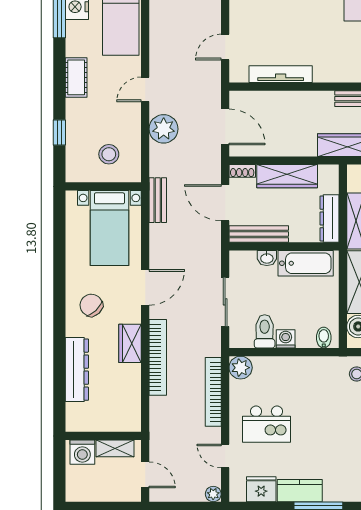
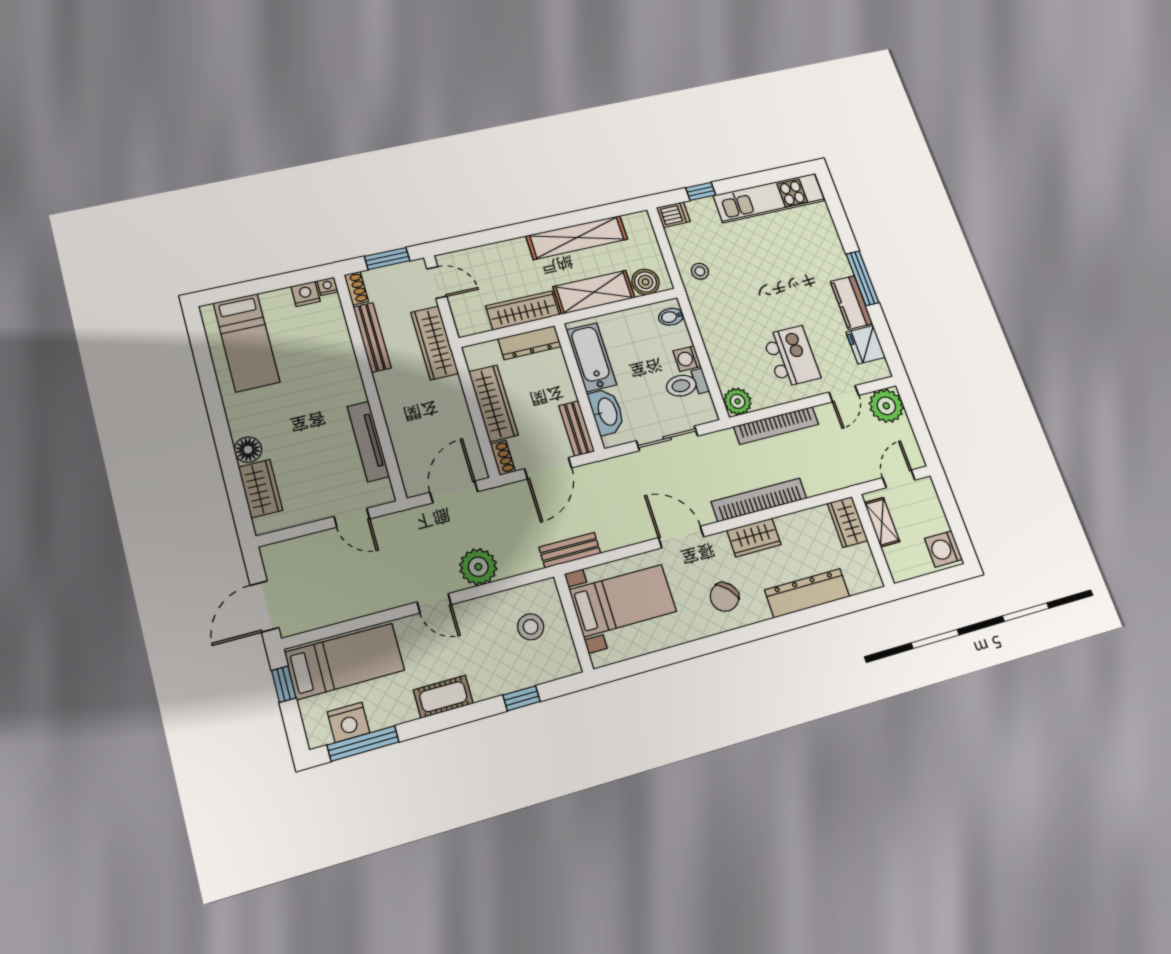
bench: (259, 234) -> (577, 428), width x0.73
washbasin: (267, 258) -> (607, 412), width x1.91, depth x1.45
wardrobe: (122, 421) -> (847, 522), added
washing machine: (82, 452) -> (943, 549), moved, turned 180
plant: (213, 494) -> (886, 406), width x1.87, depth x1.87

